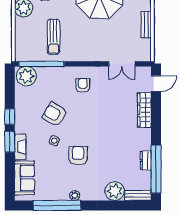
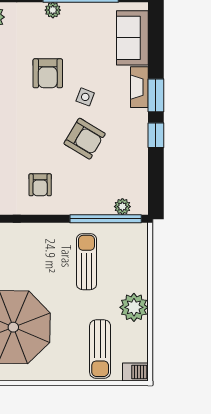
plant: (26, 76) -> (122, 207), width x0.53, depth x0.53

